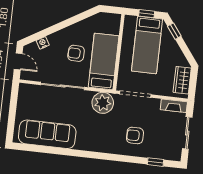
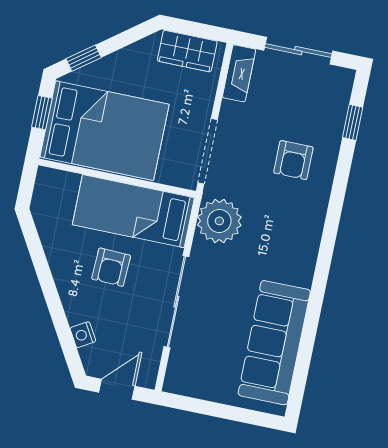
bed: (147, 45) -> (105, 131), width x1.50

